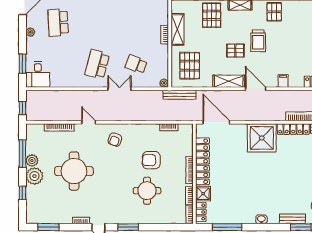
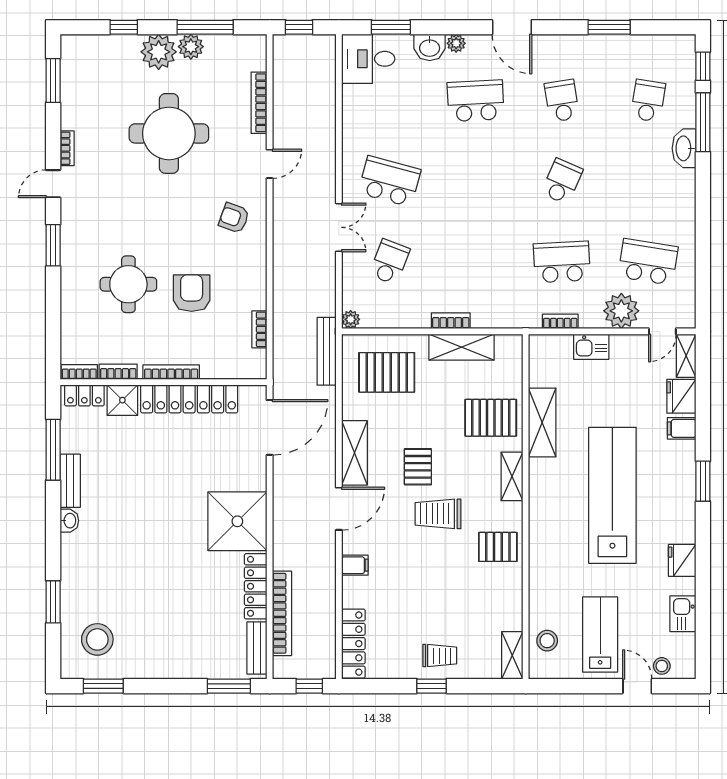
washbasin: (32, 45) -> (430, 47), added
bench: (292, 219) -> (70, 481), moved

